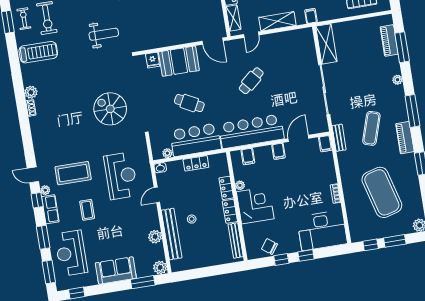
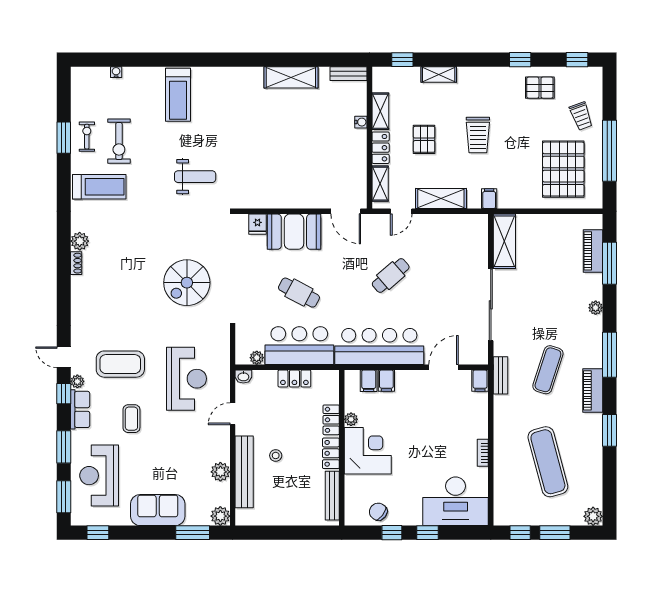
spiral stairs: (110, 109) -> (187, 283), turned -90
filing cabinet: (279, 151) -> (386, 381), moved
exercise mat: (382, 192) -> (548, 462), width x0.68

